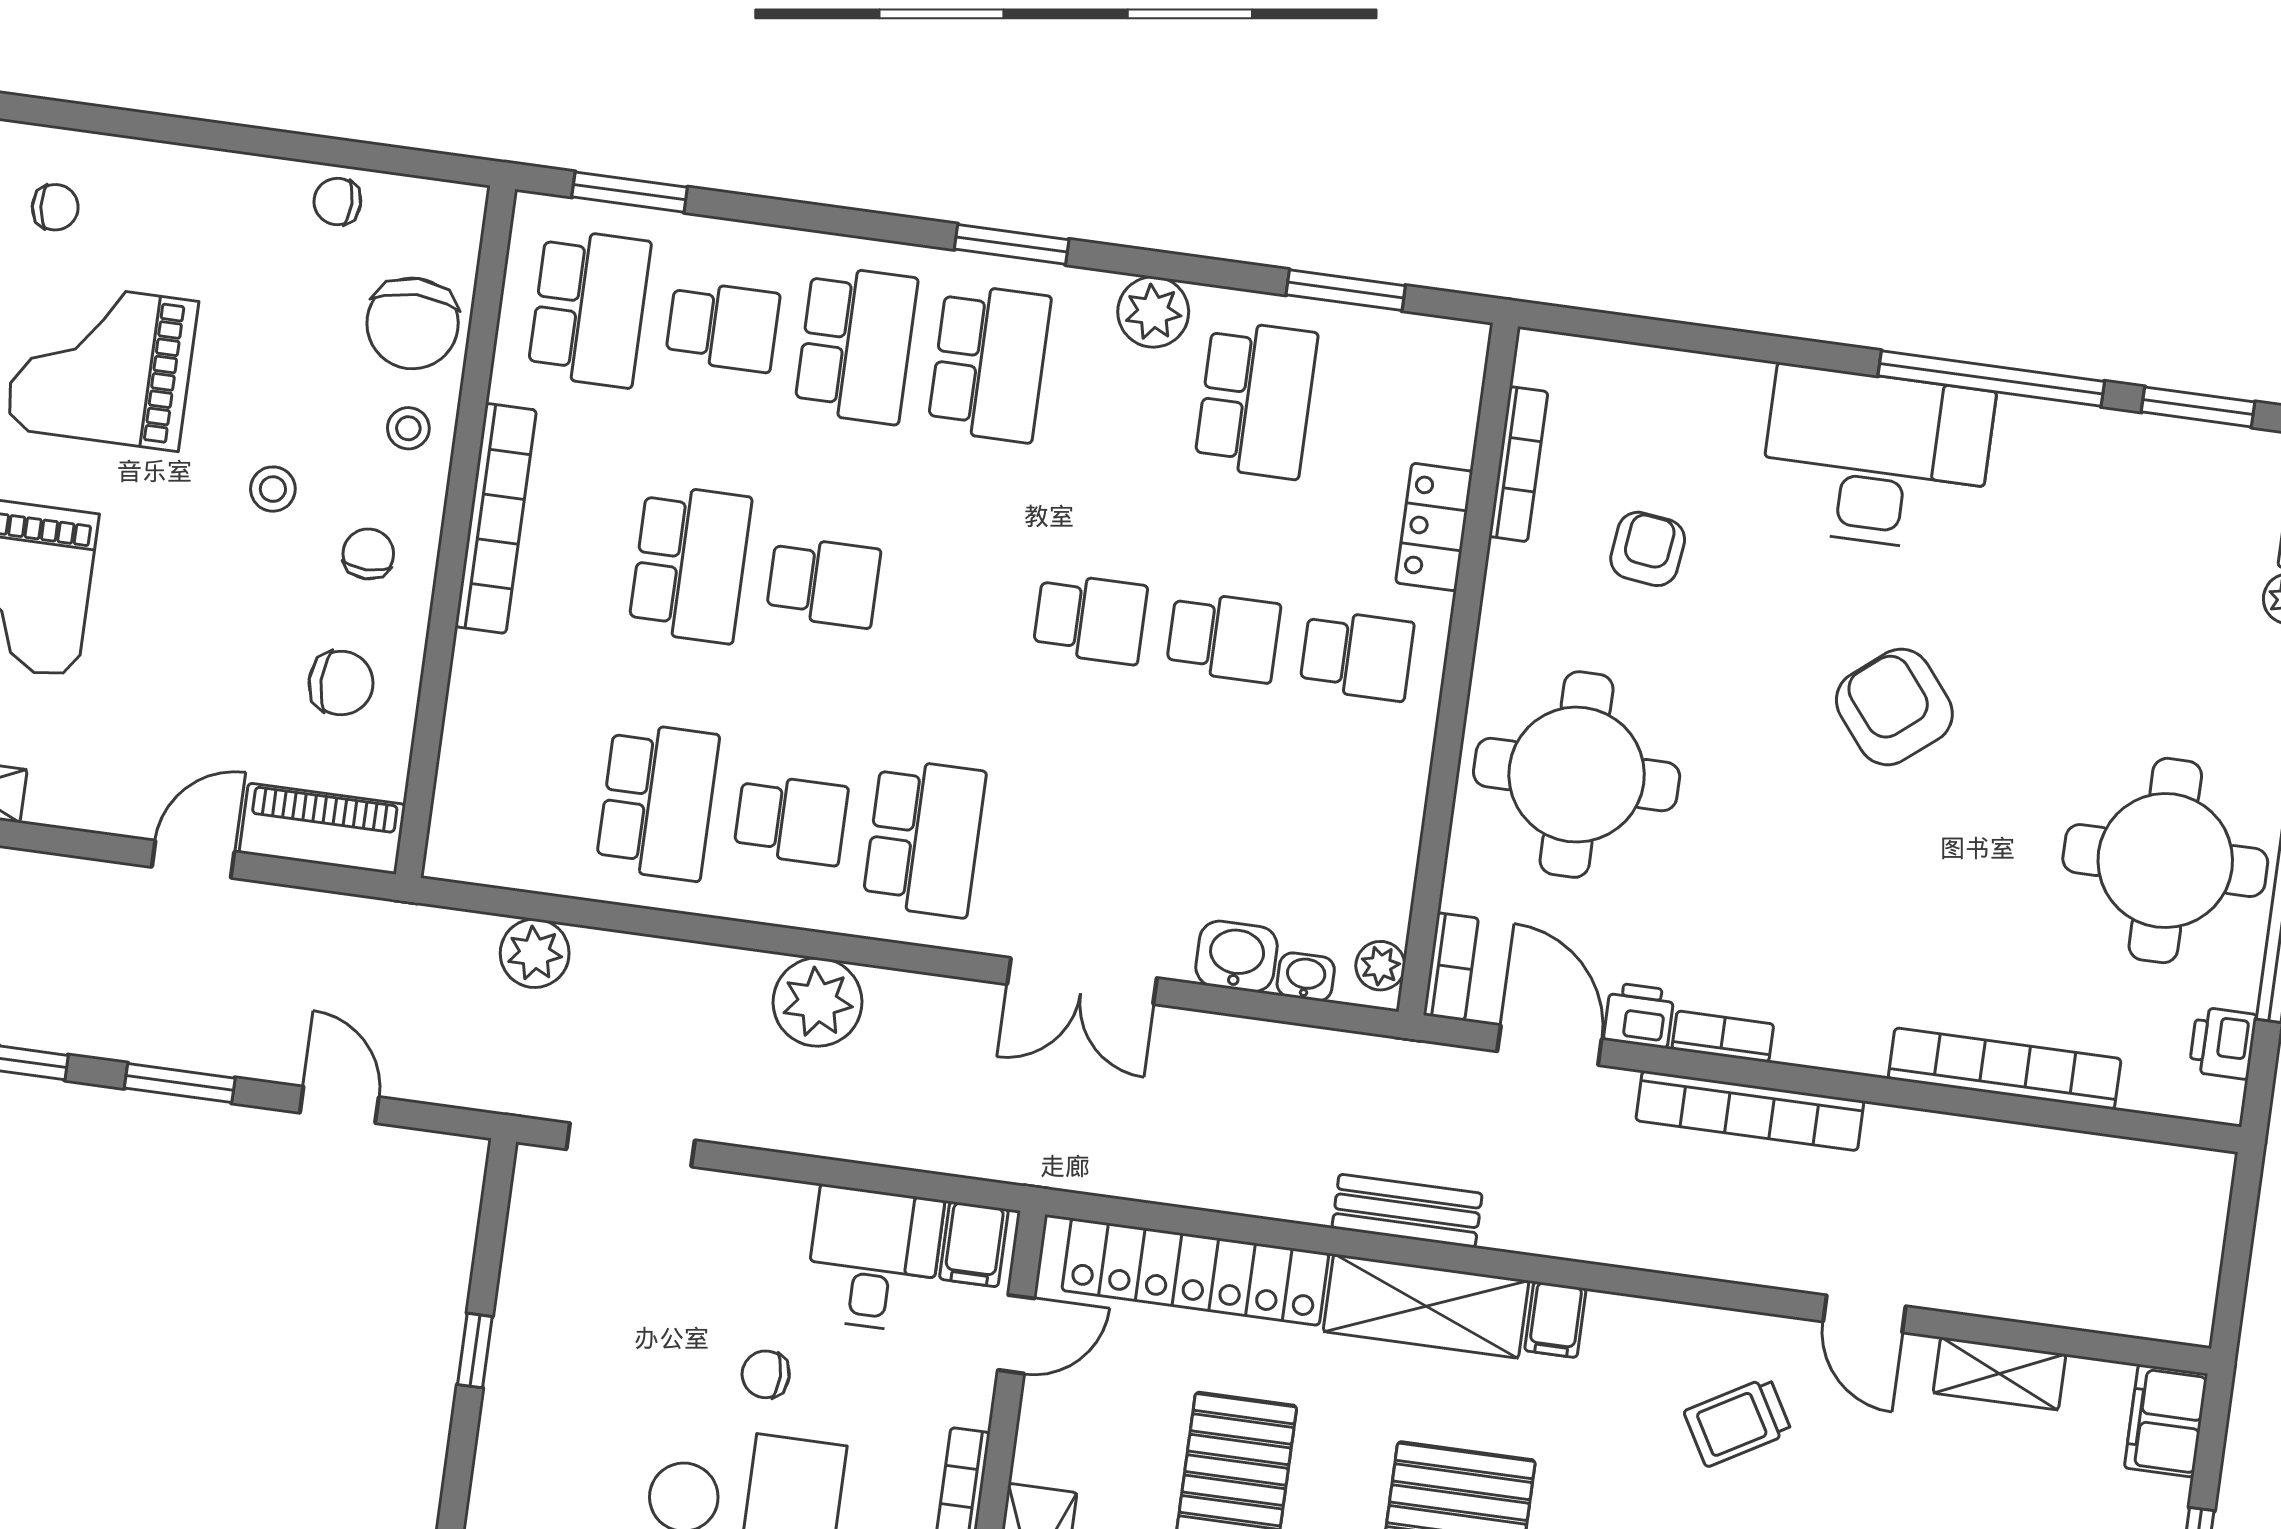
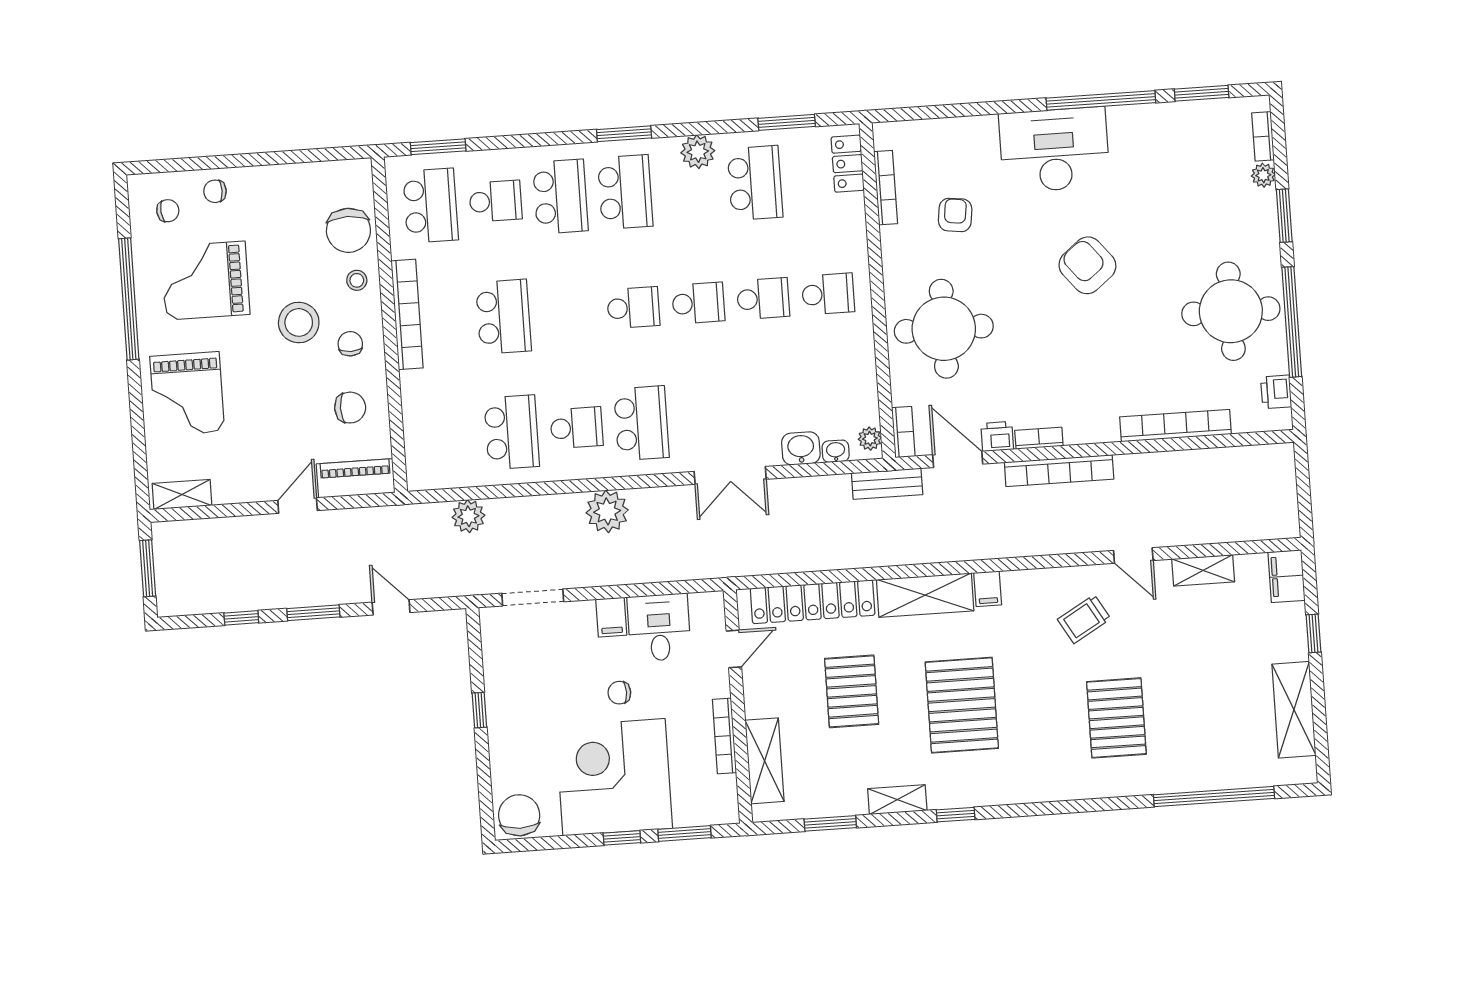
chair: (337, 202) -> (215, 191), moved
stool: (273, 489) -> (299, 322), width x1.89, depth x1.89
locker: (1434, 527) -> (848, 164), moved
school desk: (823, 582) -> (633, 308), moved
bench: (1407, 1211) -> (887, 484), moved
filing cabinet: (974, 1244) -> (611, 617), moved

